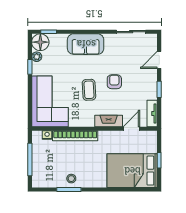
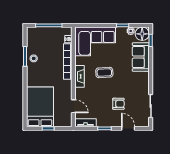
sofa: (86, 44) -> (141, 57), moved
armchair: (114, 82) -> (118, 104), moved
fireplace: (109, 121) -> (80, 76), moved

